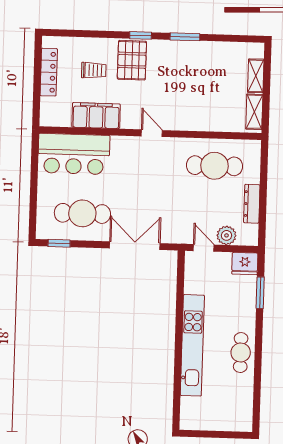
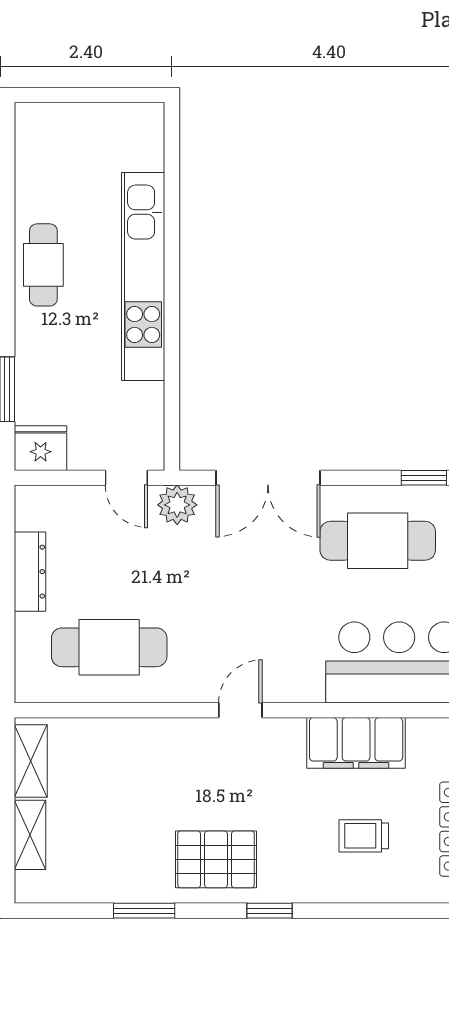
window: (185, 37) -> (144, 911), moved
pallet: (132, 60) -> (216, 859), moved, turned 90
door: (152, 133) -> (240, 710), swing flipped
plant: (227, 235) -> (177, 505), moved

